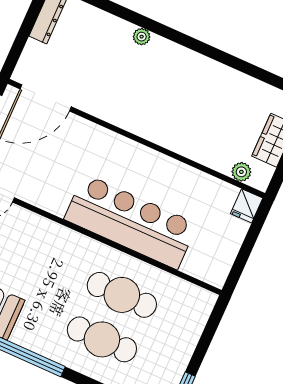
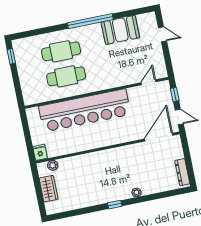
window: (189, 42) -> (115, 205), added
bar counter: (131, 222) -> (85, 110), width x1.36

